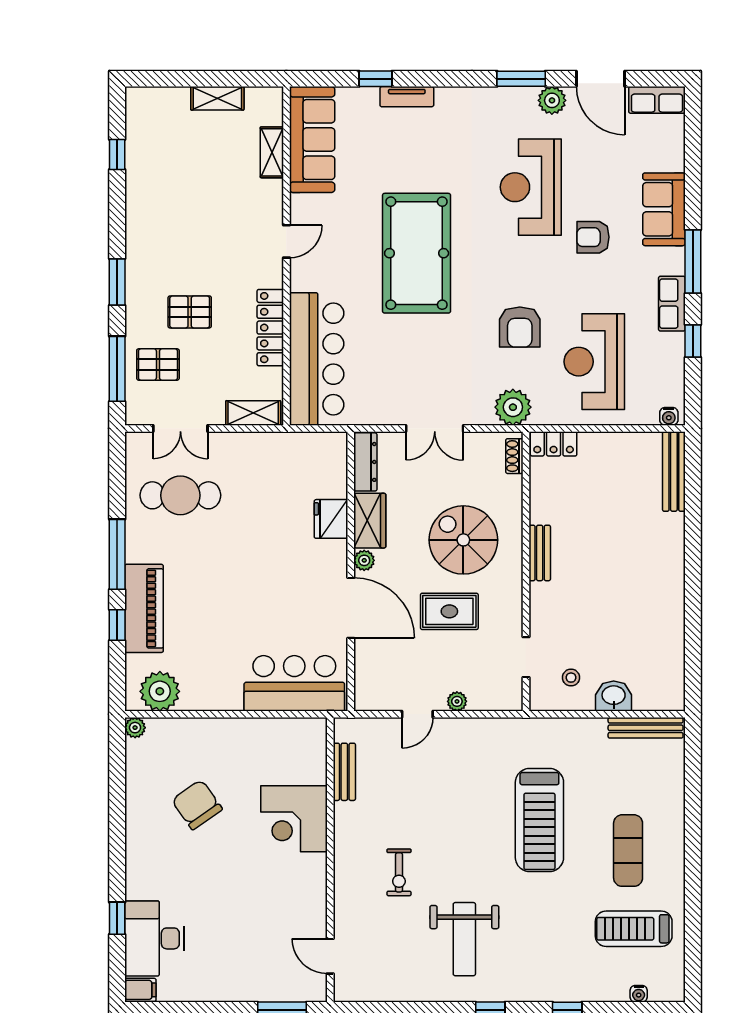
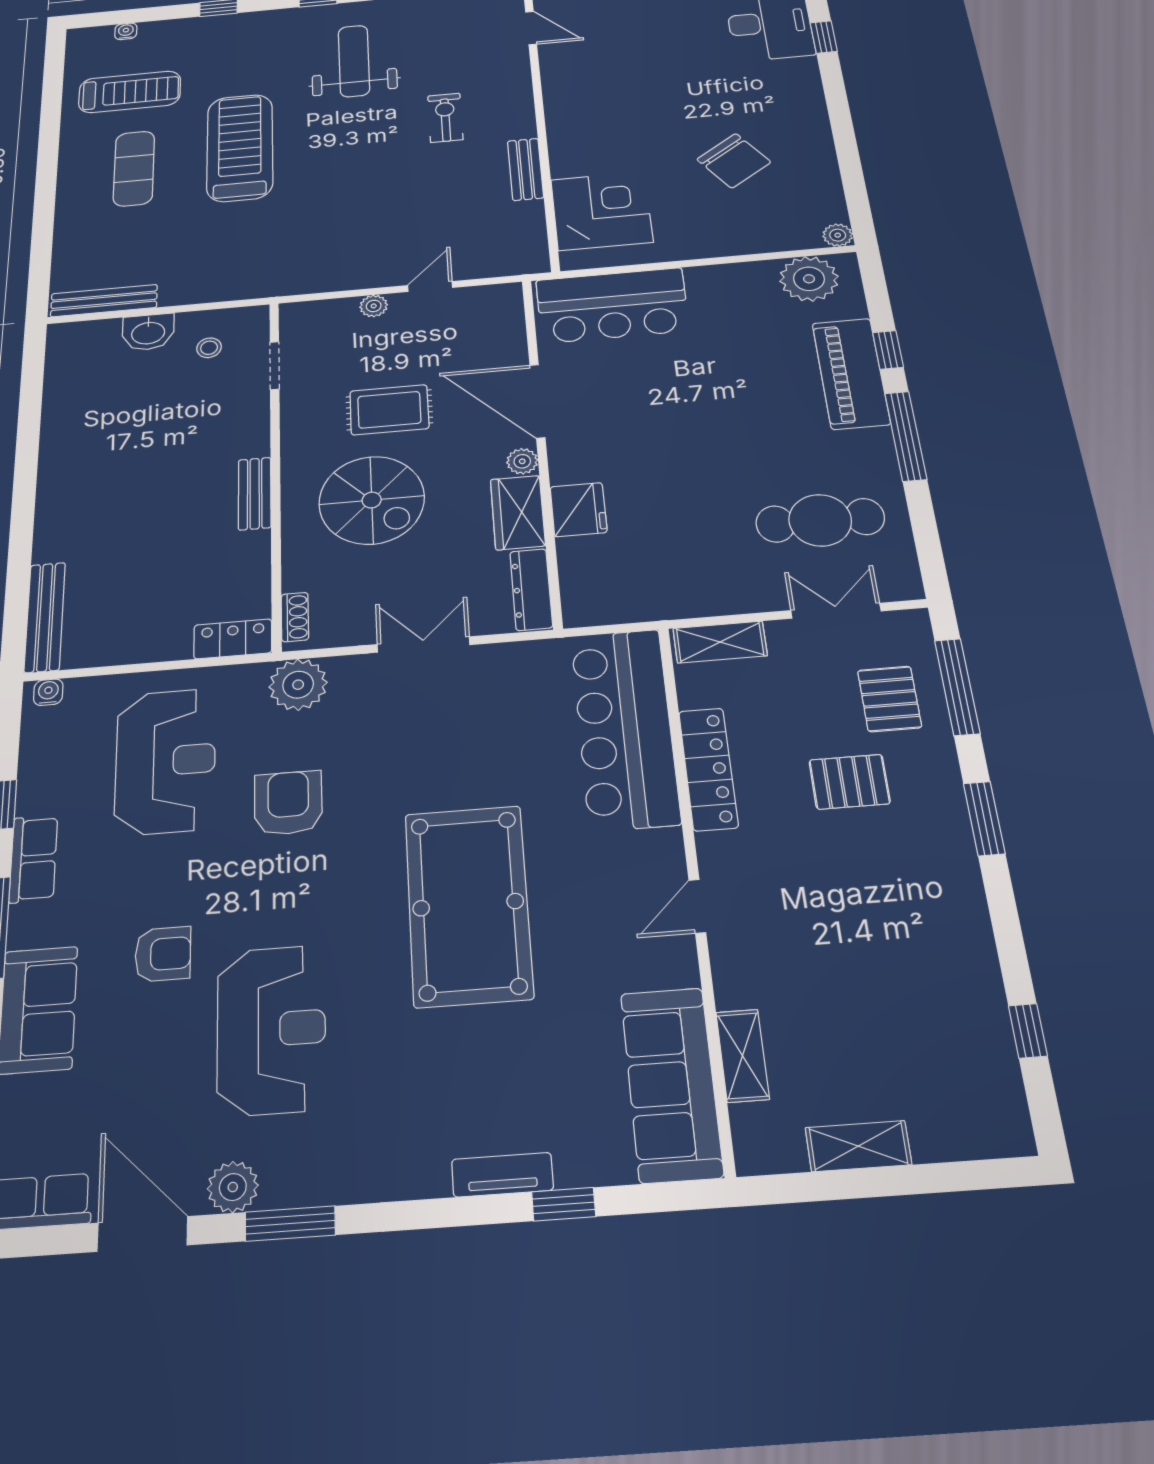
pallet: (158, 364) -> (890, 699), turned 90
bench: (344, 772) -> (526, 169), moved
corner desk: (294, 819) -> (602, 211), moved
treadmill: (539, 820) -> (240, 148), moved

